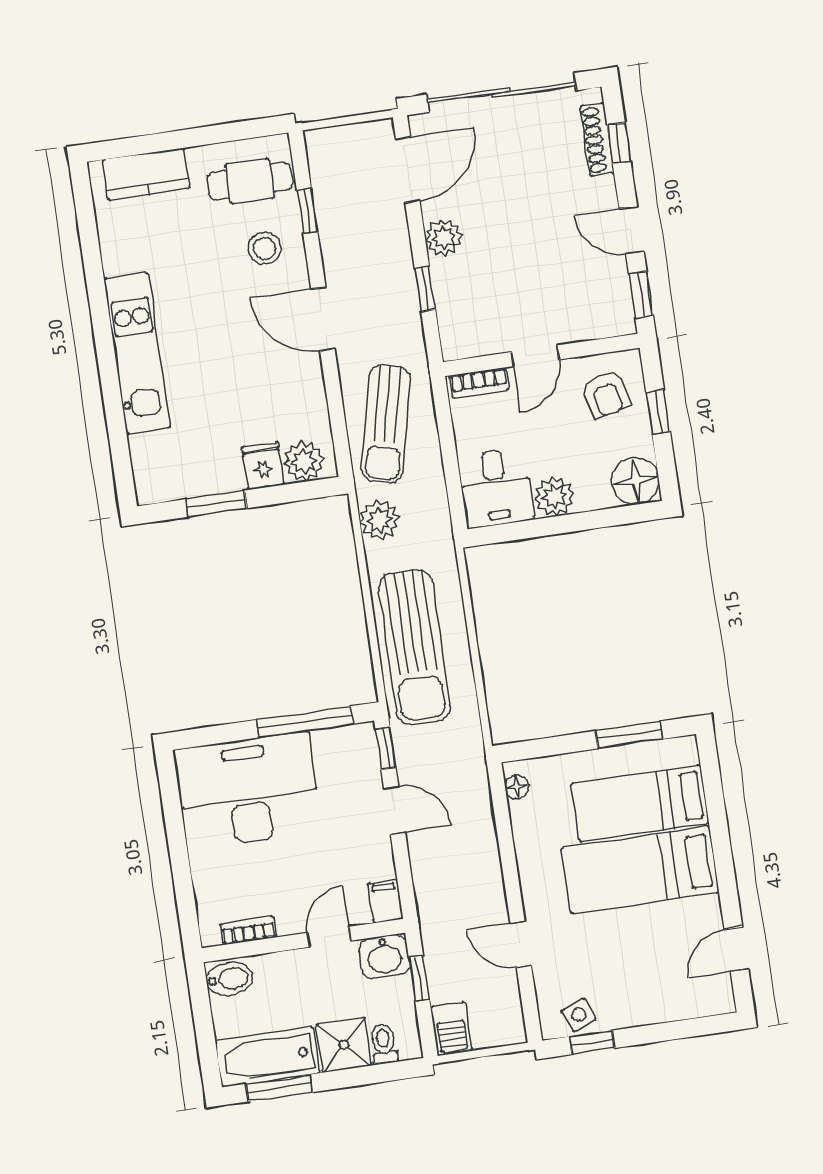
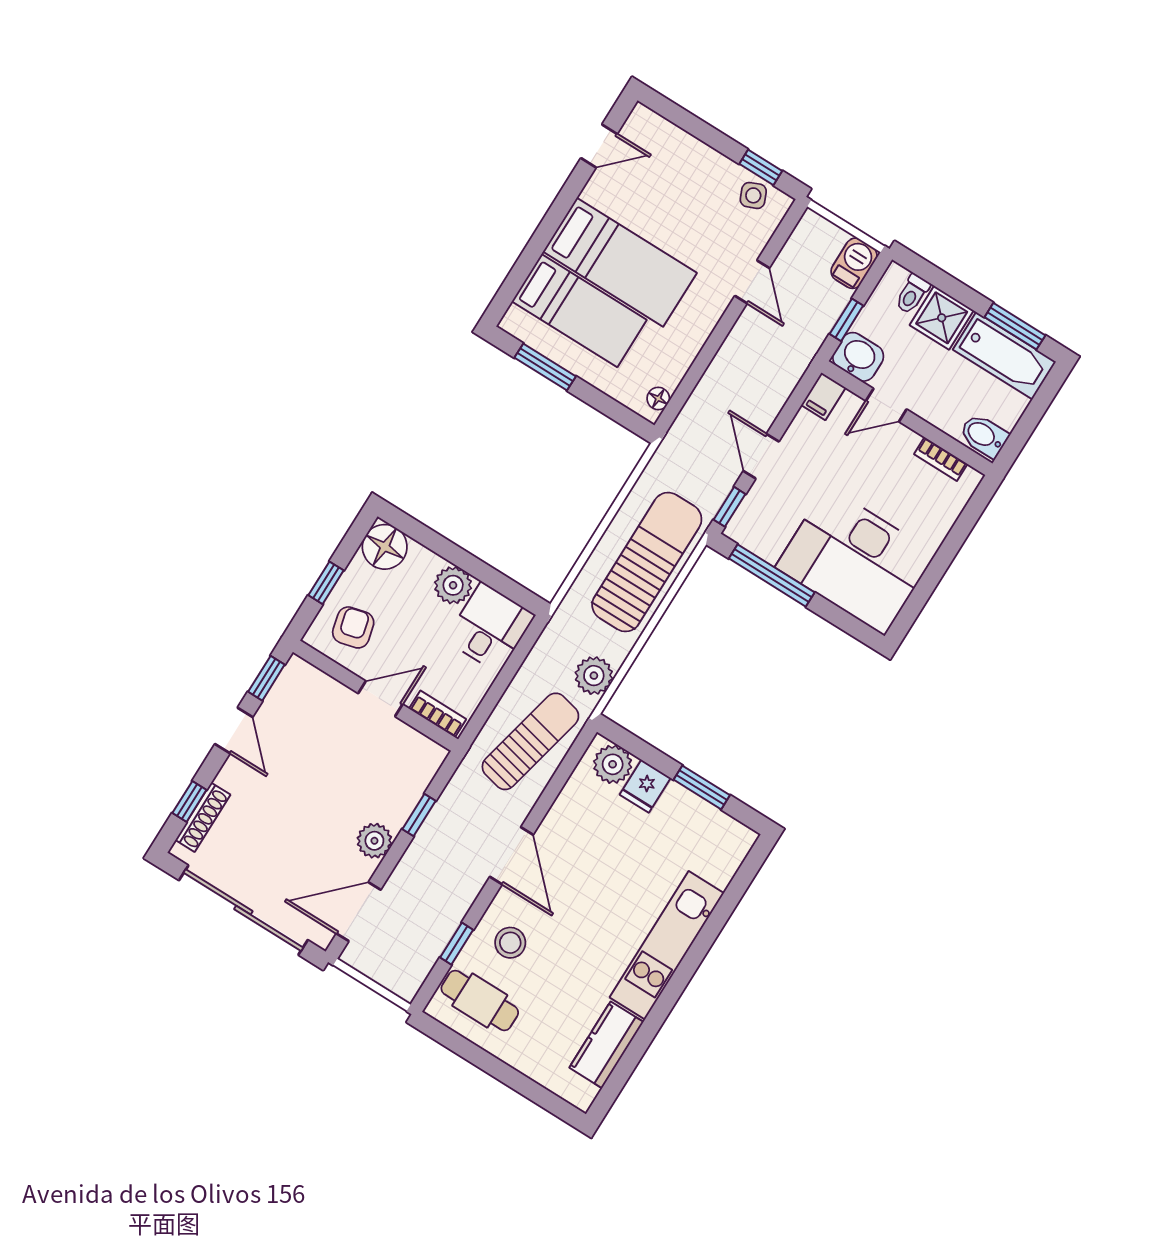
kitchen counter: (146, 174) -> (606, 1045), moved, turned -90

